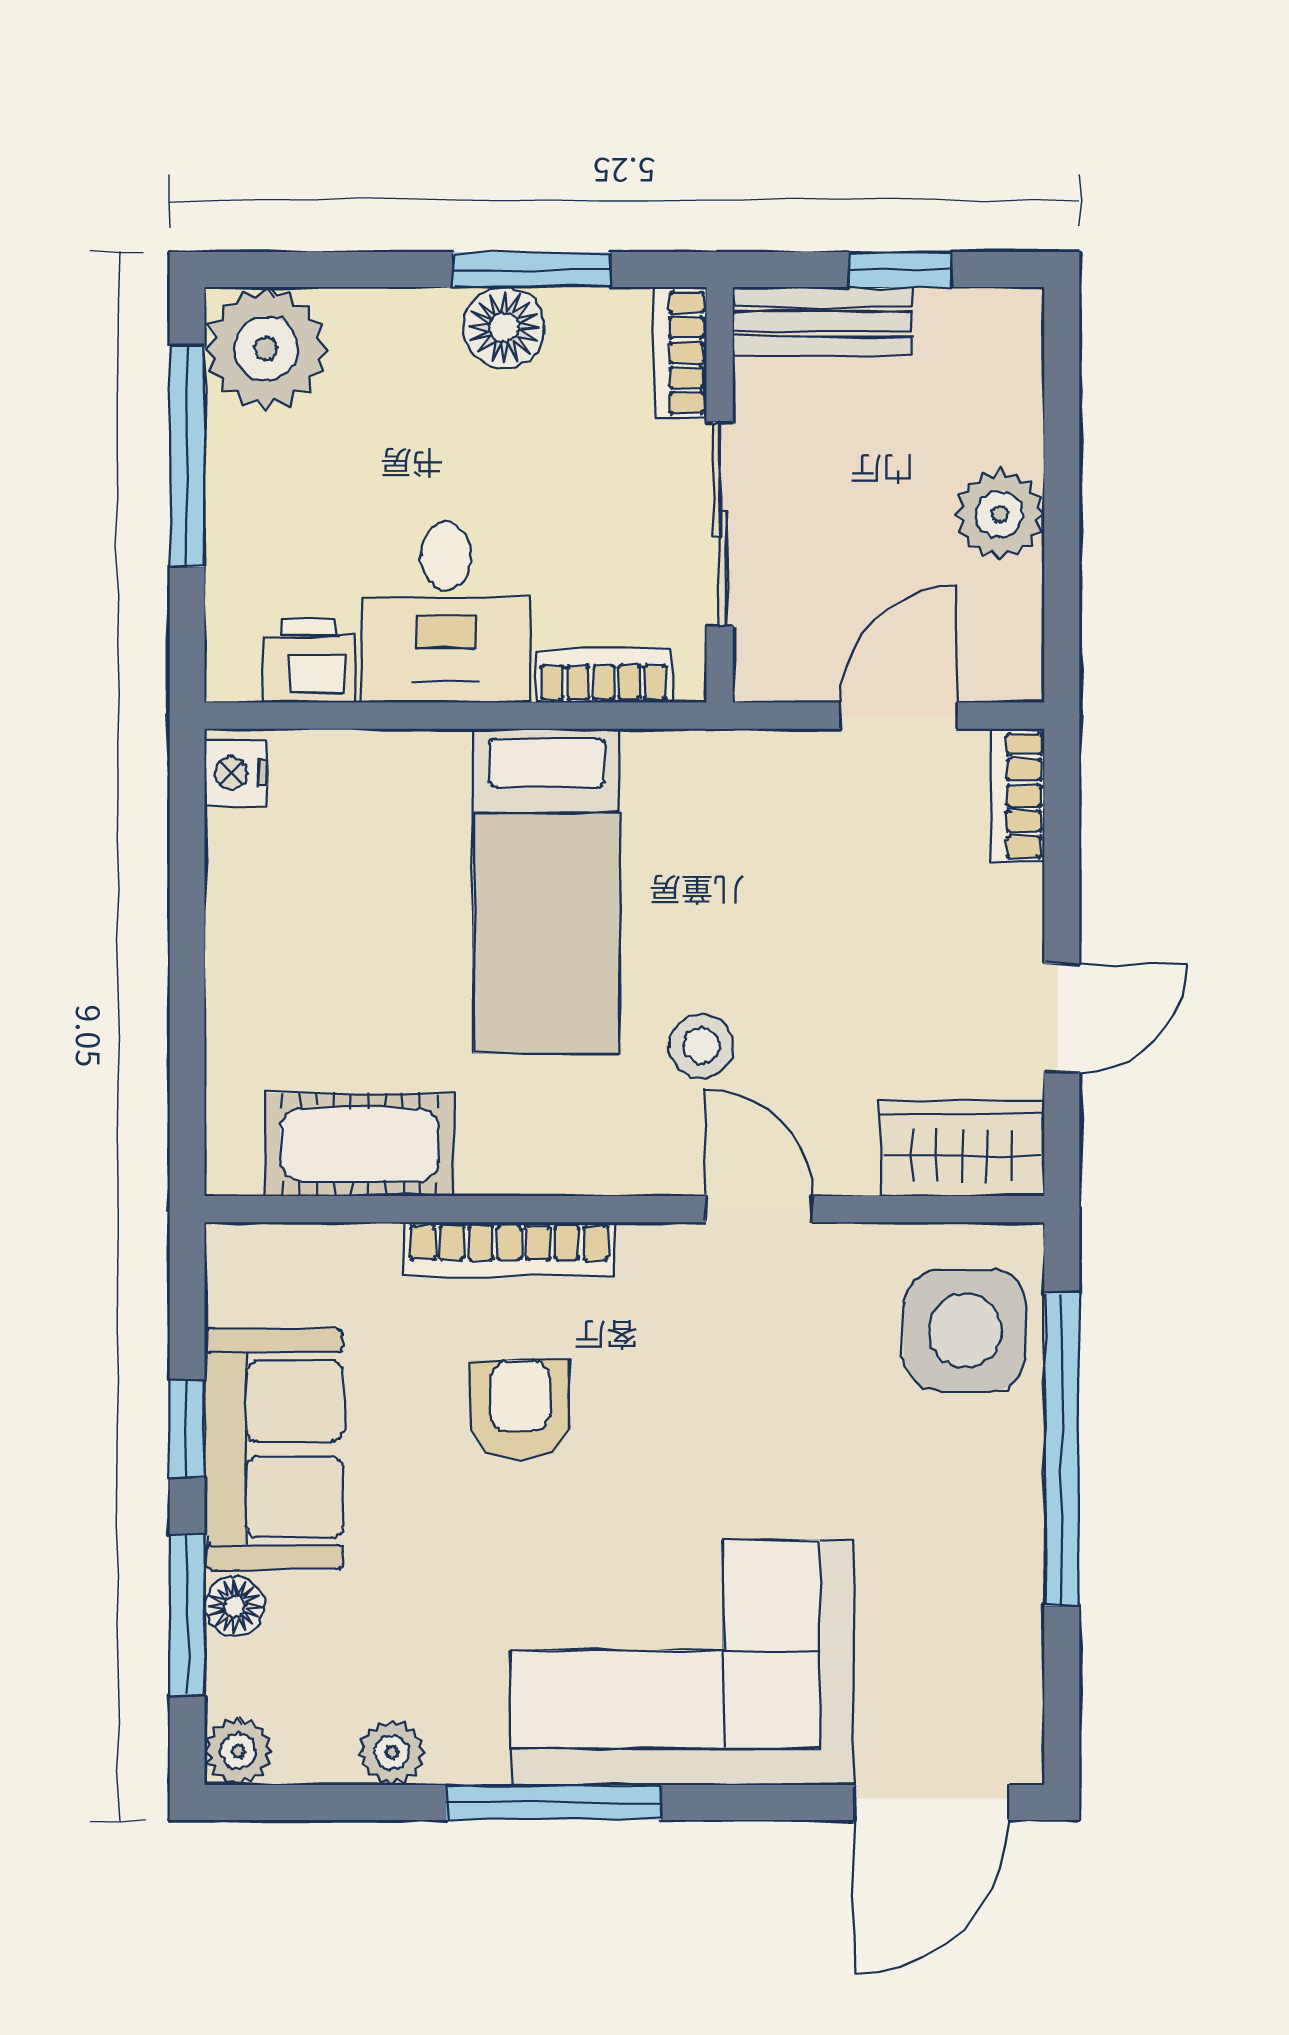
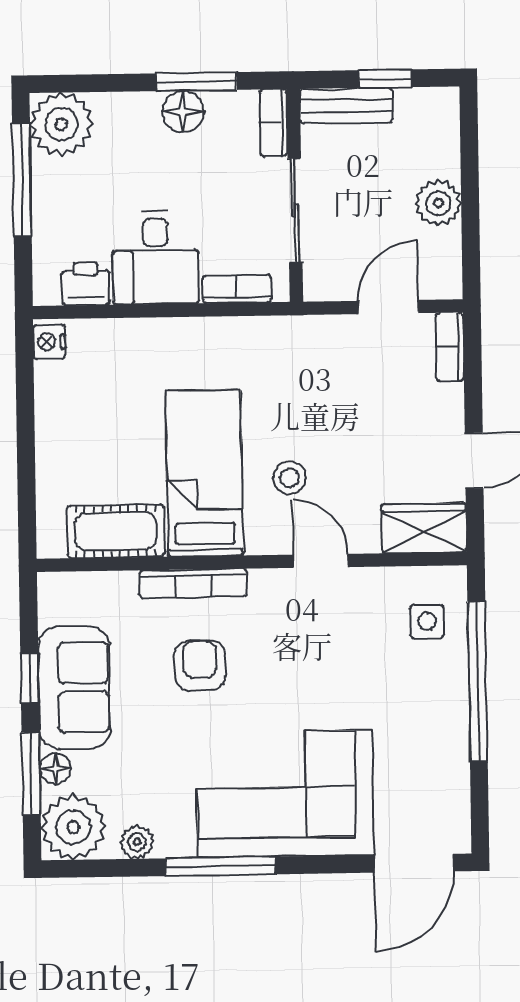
bed: (547, 891) -> (204, 473), moved, turned 180
side table: (965, 1330) -> (427, 621), width x0.54, depth x0.54
plant: (238, 1751) -> (73, 827), width x1.87, depth x1.87

